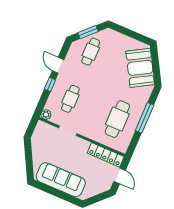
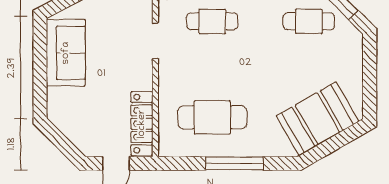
sofa: (61, 180) -> (66, 53), width x0.73

